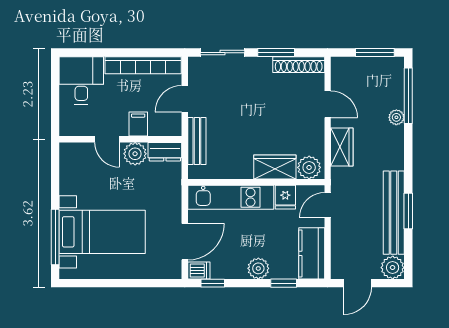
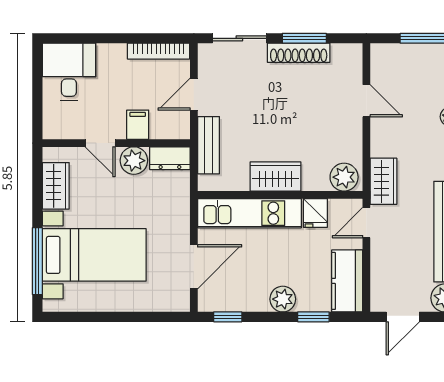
bookcase: (143, 65) -> (159, 51), width x0.68, depth x0.76
shoe rack: (299, 65) -> (299, 53), moved
wardrobe: (342, 147) -> (383, 181), moved
wardrobe: (275, 167) -> (275, 176), moved
wardrobe: (70, 175) -> (56, 186), added
dishwasher: (199, 270) -> (211, 302), removed

